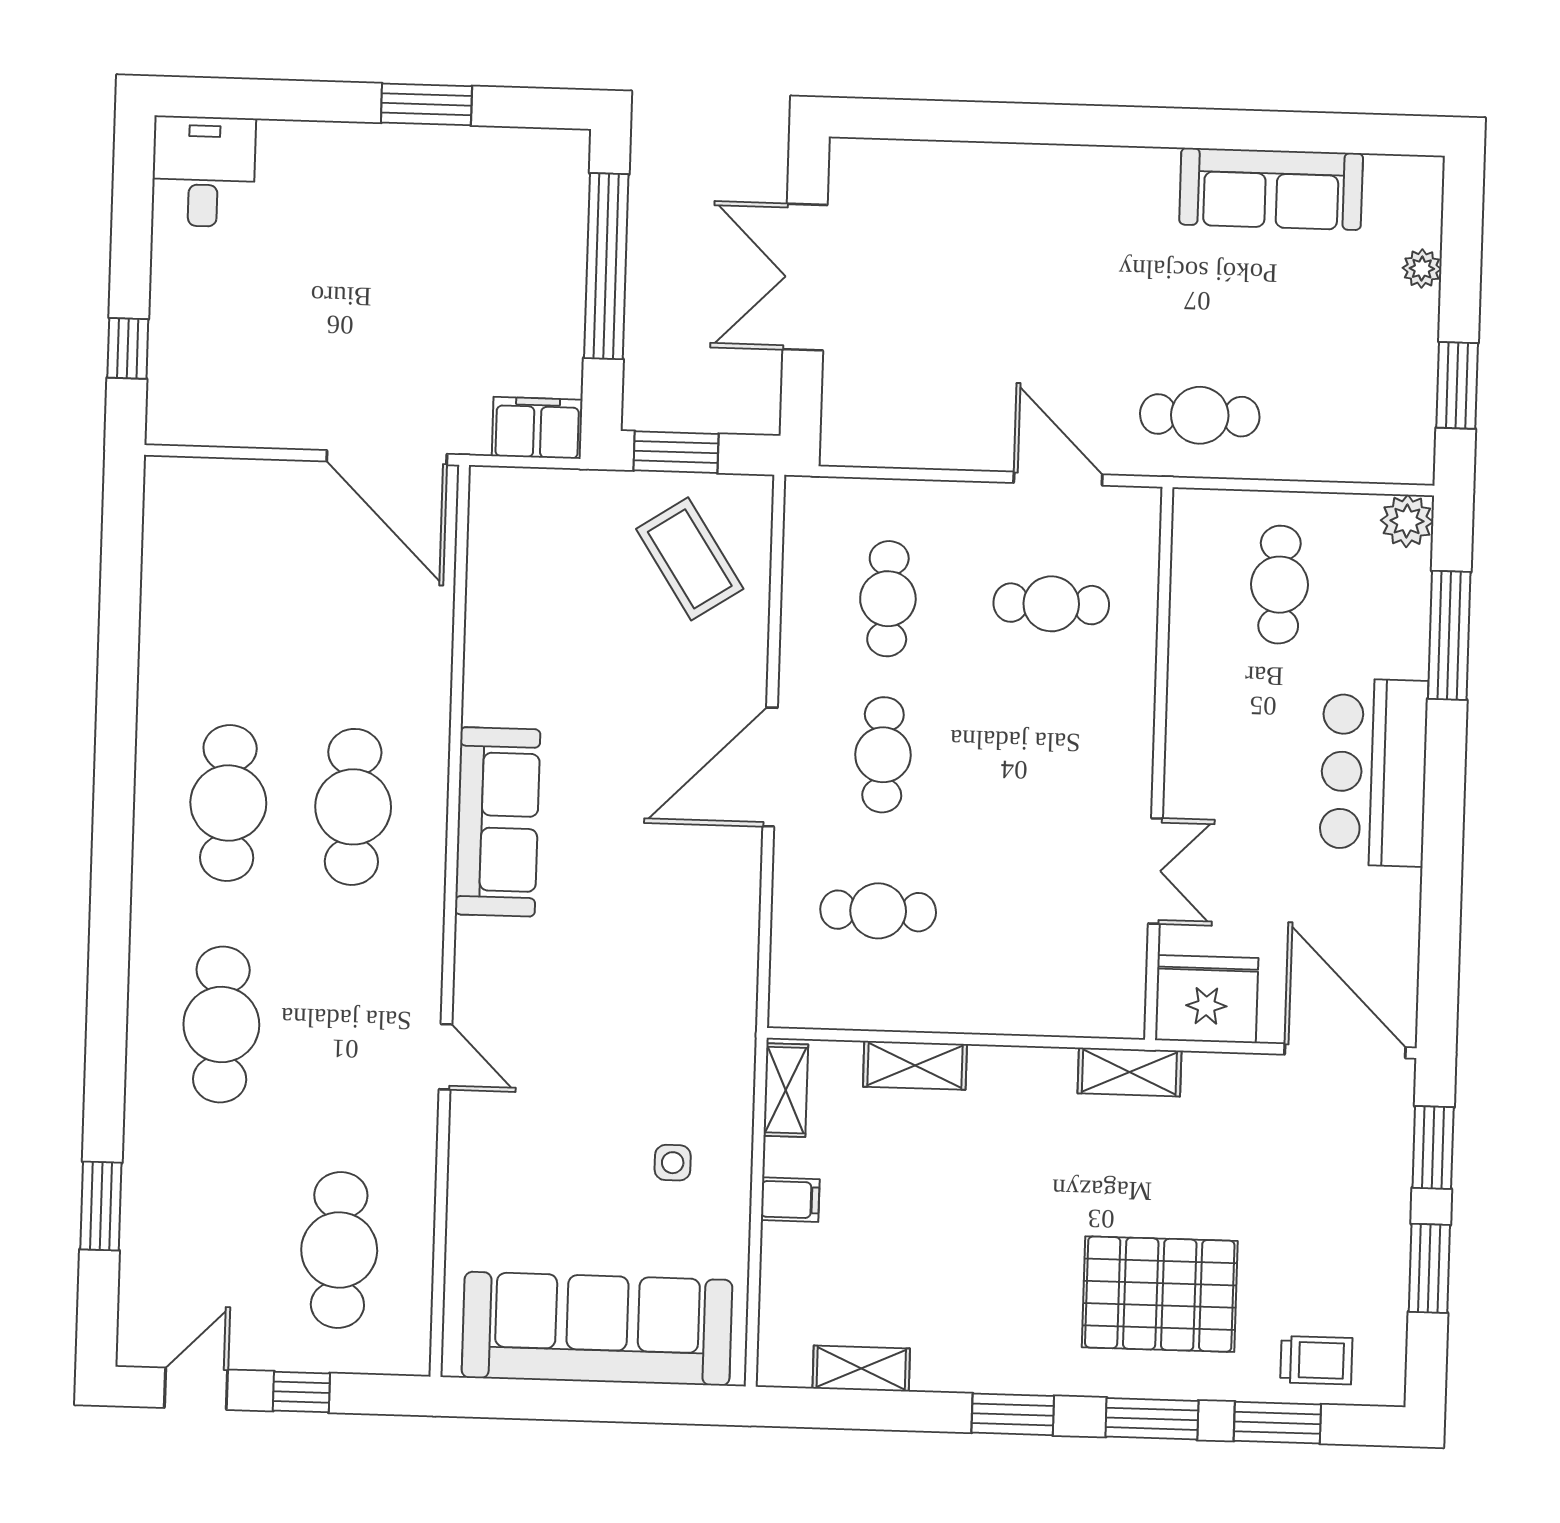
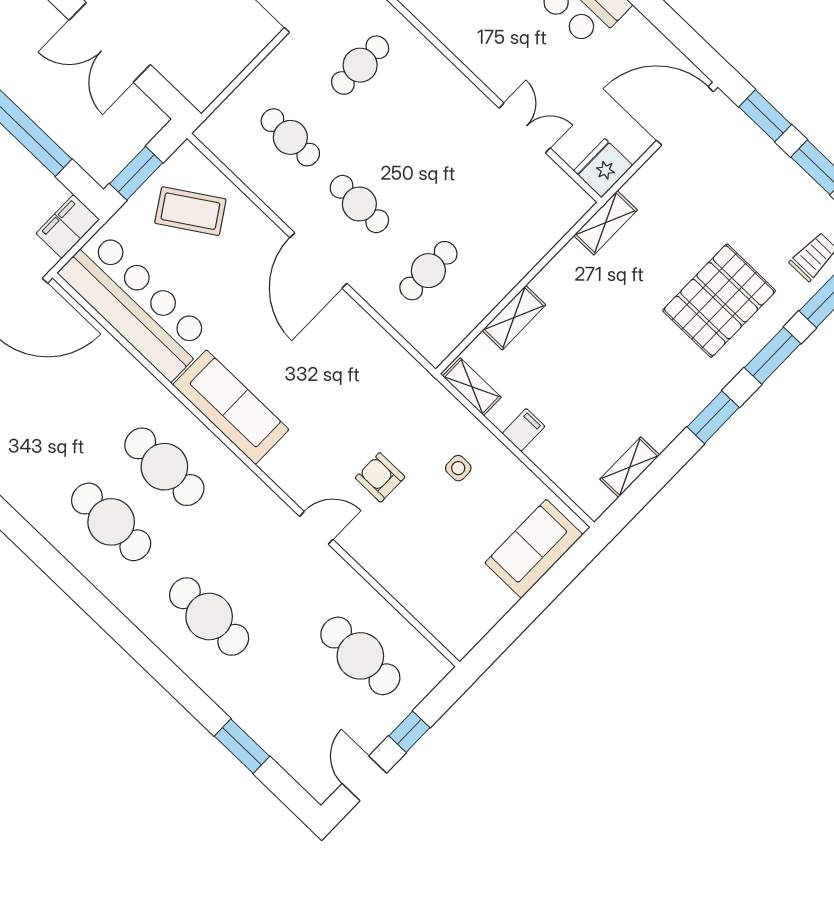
bar counter: (517, 596) -> (136, 305), added
fridge: (1207, 999) -> (603, 168), width x0.73, depth x0.75
armchair: (576, 1079) -> (380, 477), added
sofa: (597, 1329) -> (534, 549), width x0.54, depth x0.79

